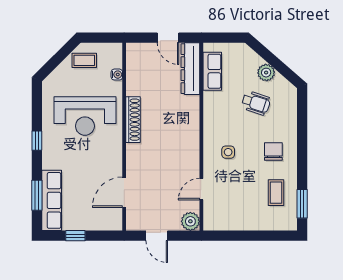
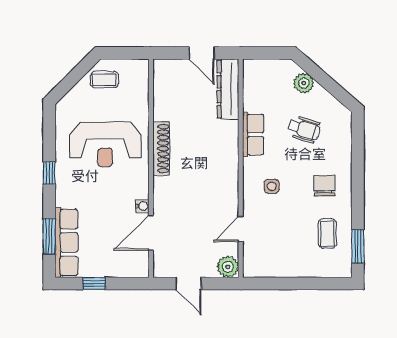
row of seats: (212, 71) -> (253, 135), moved
plant: (266, 73) -> (304, 83), moved
water cooler: (117, 75) -> (142, 206), moved

